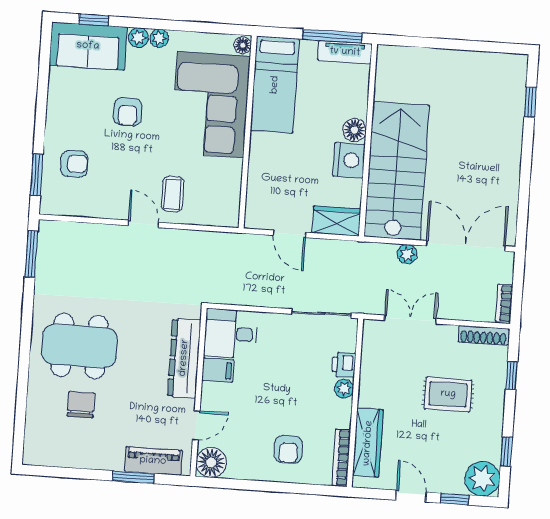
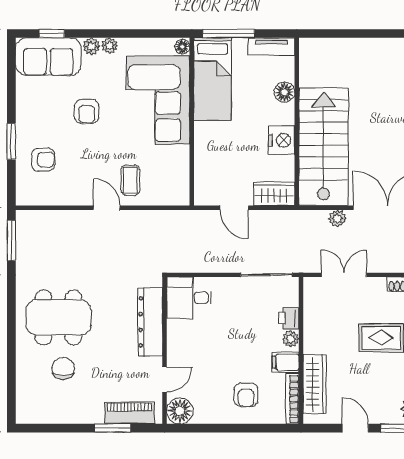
window: (333, 36) -> (229, 34), moved
floor lamp: (355, 130) -> (284, 92), moved
window: (37, 175) -> (11, 141), moved
filing cabinet: (218, 370) -> (286, 362), moved, turned 180

